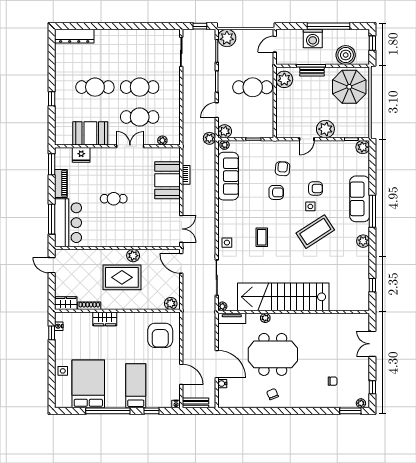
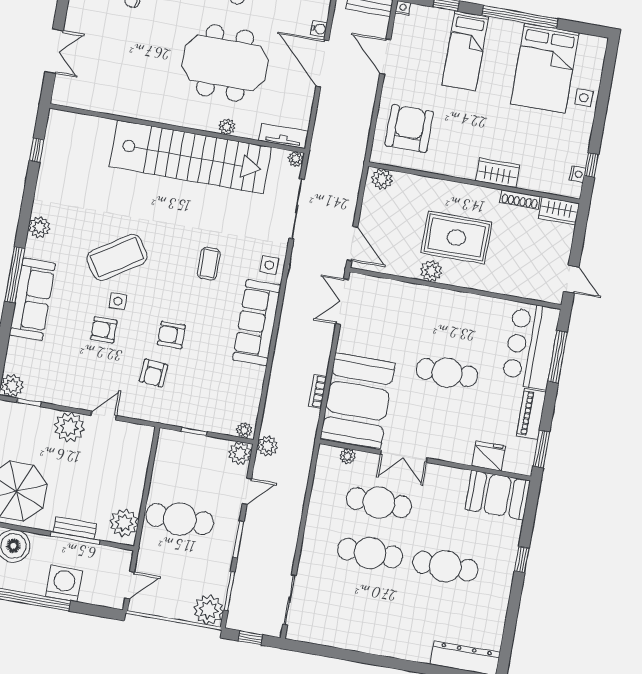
booth: (90, 133) -> (498, 495), moved
sofa: (228, 176) -> (257, 323), moved
booth: (167, 180) -> (358, 401), width x1.36, depth x1.42
cafe table: (114, 199) -> (447, 373), width x1.37, depth x1.35

